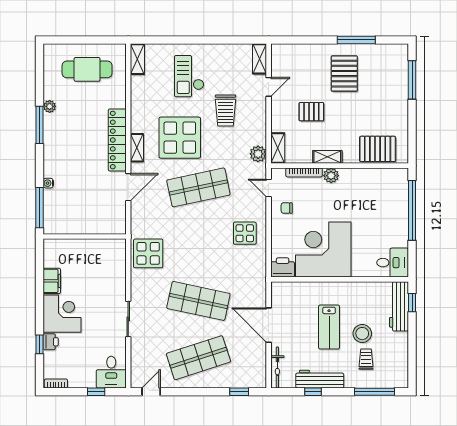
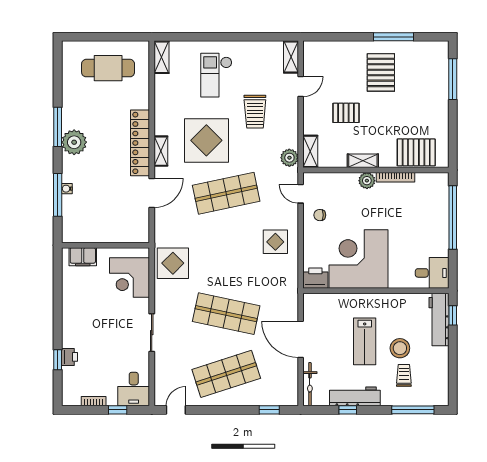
plant: (50, 106) -> (74, 142), moved, width x1.88, depth x1.88
bookcase: (304, 172) -> (396, 177), moved
window: (40, 208) -> (58, 195), moved
filing cabinet: (52, 281) -> (83, 257), moved, turned 90
corner desk: (62, 314) -> (129, 277), moved, turned 180
bookcase: (56, 383) -> (94, 401), moved

